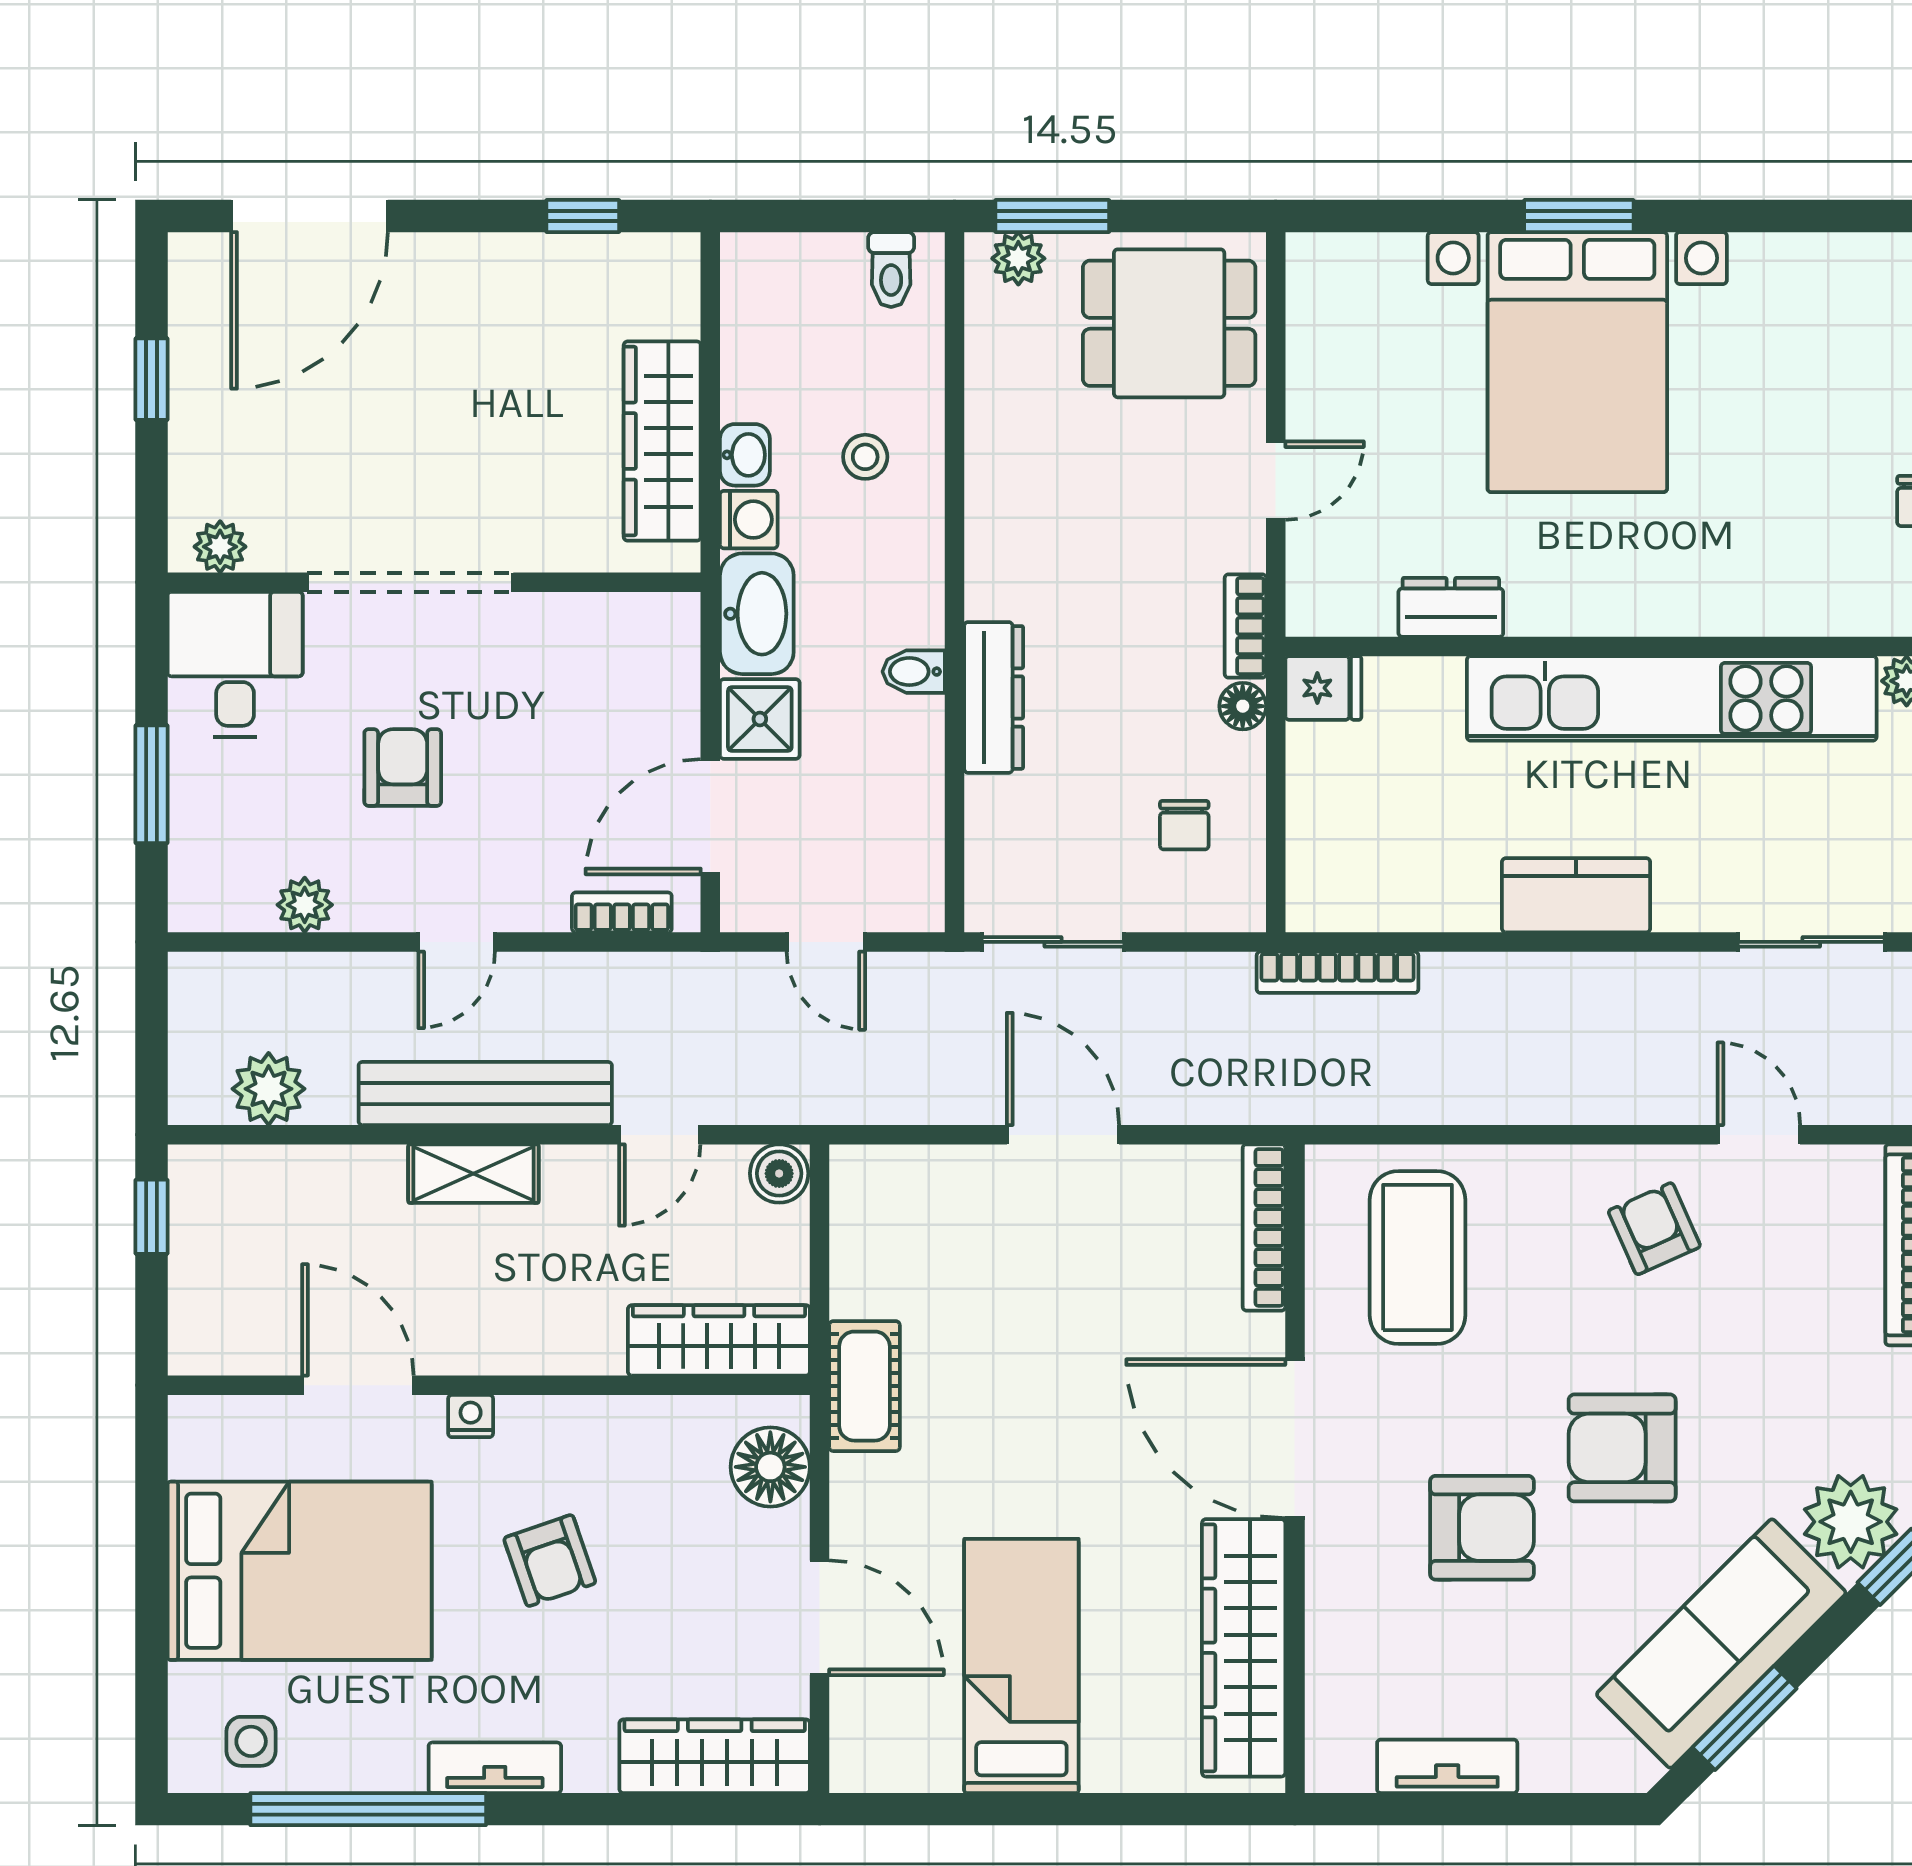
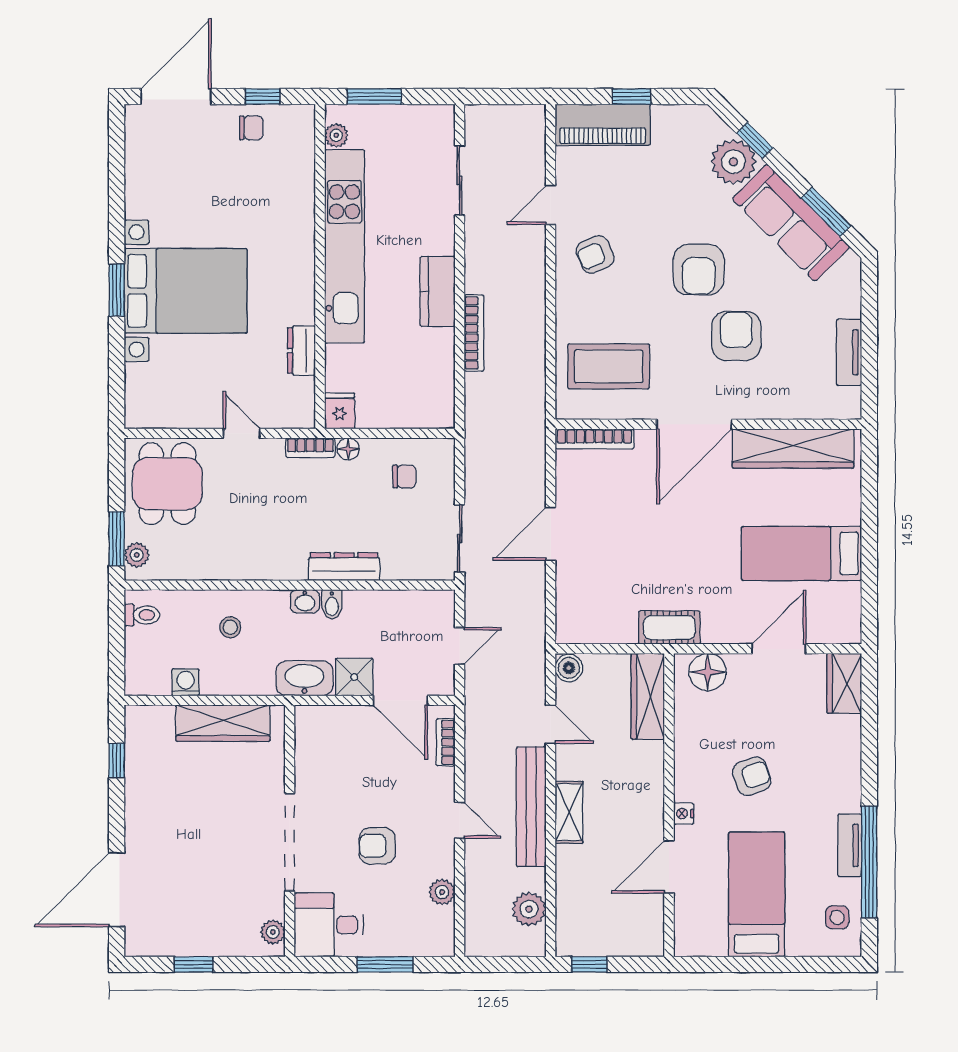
door: (310, 216) -> (117, 890), swing flipped
washbasin: (745, 455) -> (305, 601), moved, turned 180
washing machine: (749, 520) -> (185, 682), moved
bookcase: (1337, 972) -> (474, 333), moved
bed: (300, 1571) -> (757, 894), width x0.67
wardrobe: (715, 1756) -> (844, 683), width x0.67
tv unit: (495, 1768) -> (850, 845), moved

